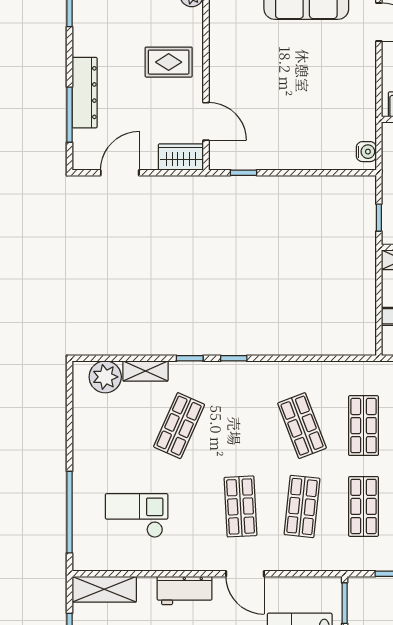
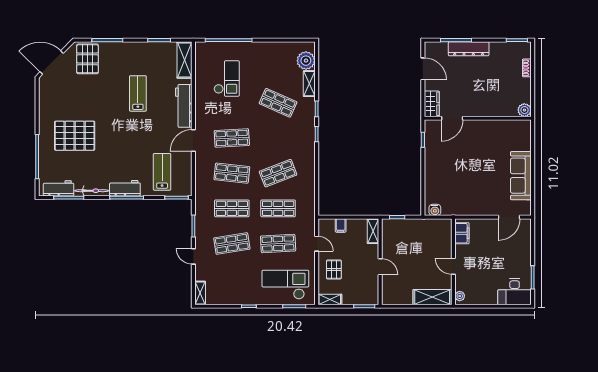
rug: (169, 62) -> (486, 97), removed
workbench: (185, 590) -> (184, 106), width x1.38

